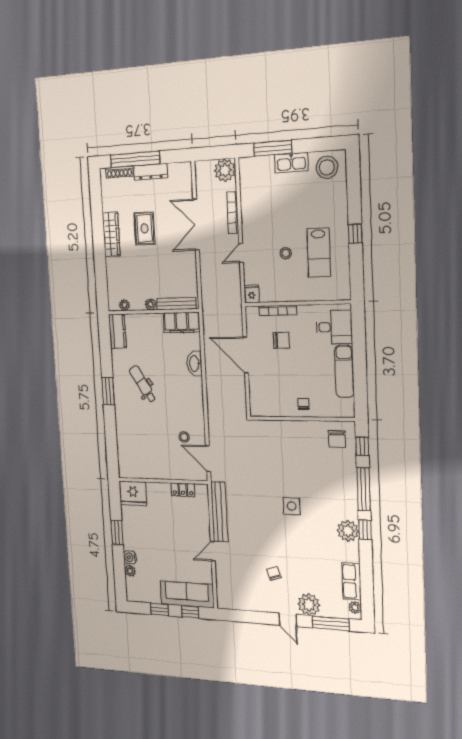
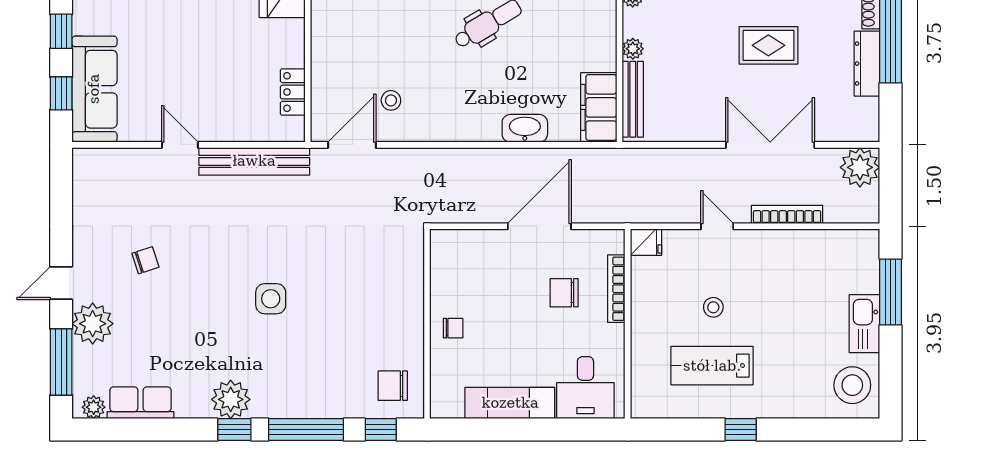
plant: (225, 170) -> (860, 167), moved
chair: (281, 340) -> (564, 293), turned 90

